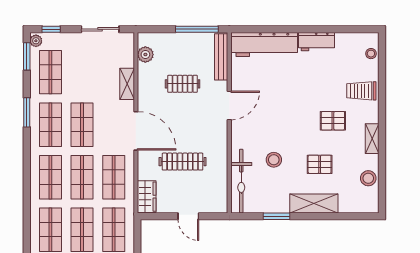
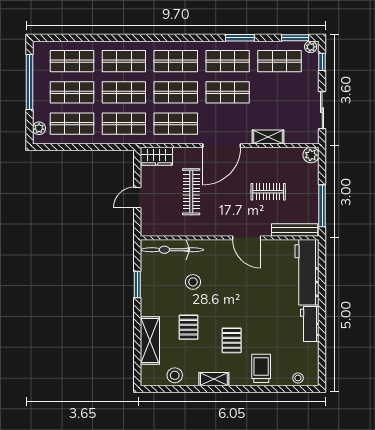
plant: (145, 54) -> (311, 155), moved
clothes rail: (183, 84) -> (268, 192), turned 90
shelving: (314, 203) -> (150, 341), moved

